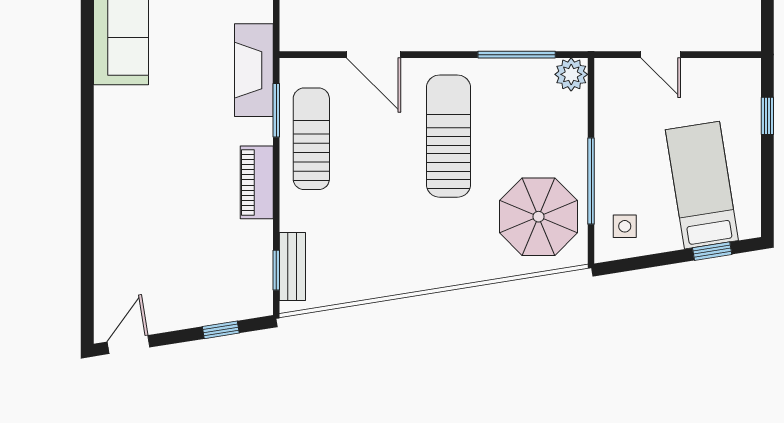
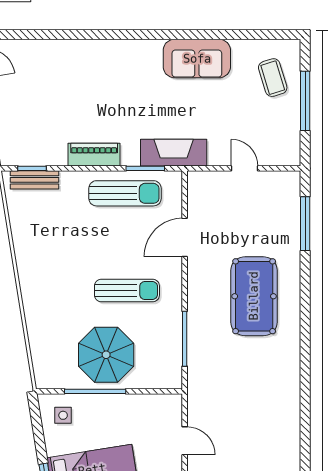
door: (661, 55) -> (185, 441), swing flipped
plant: (571, 74) -> (171, 377), removed
sun lounger: (448, 136) -> (127, 290), width x0.73, depth x0.75
parasol: (538, 217) -> (106, 355), moved

